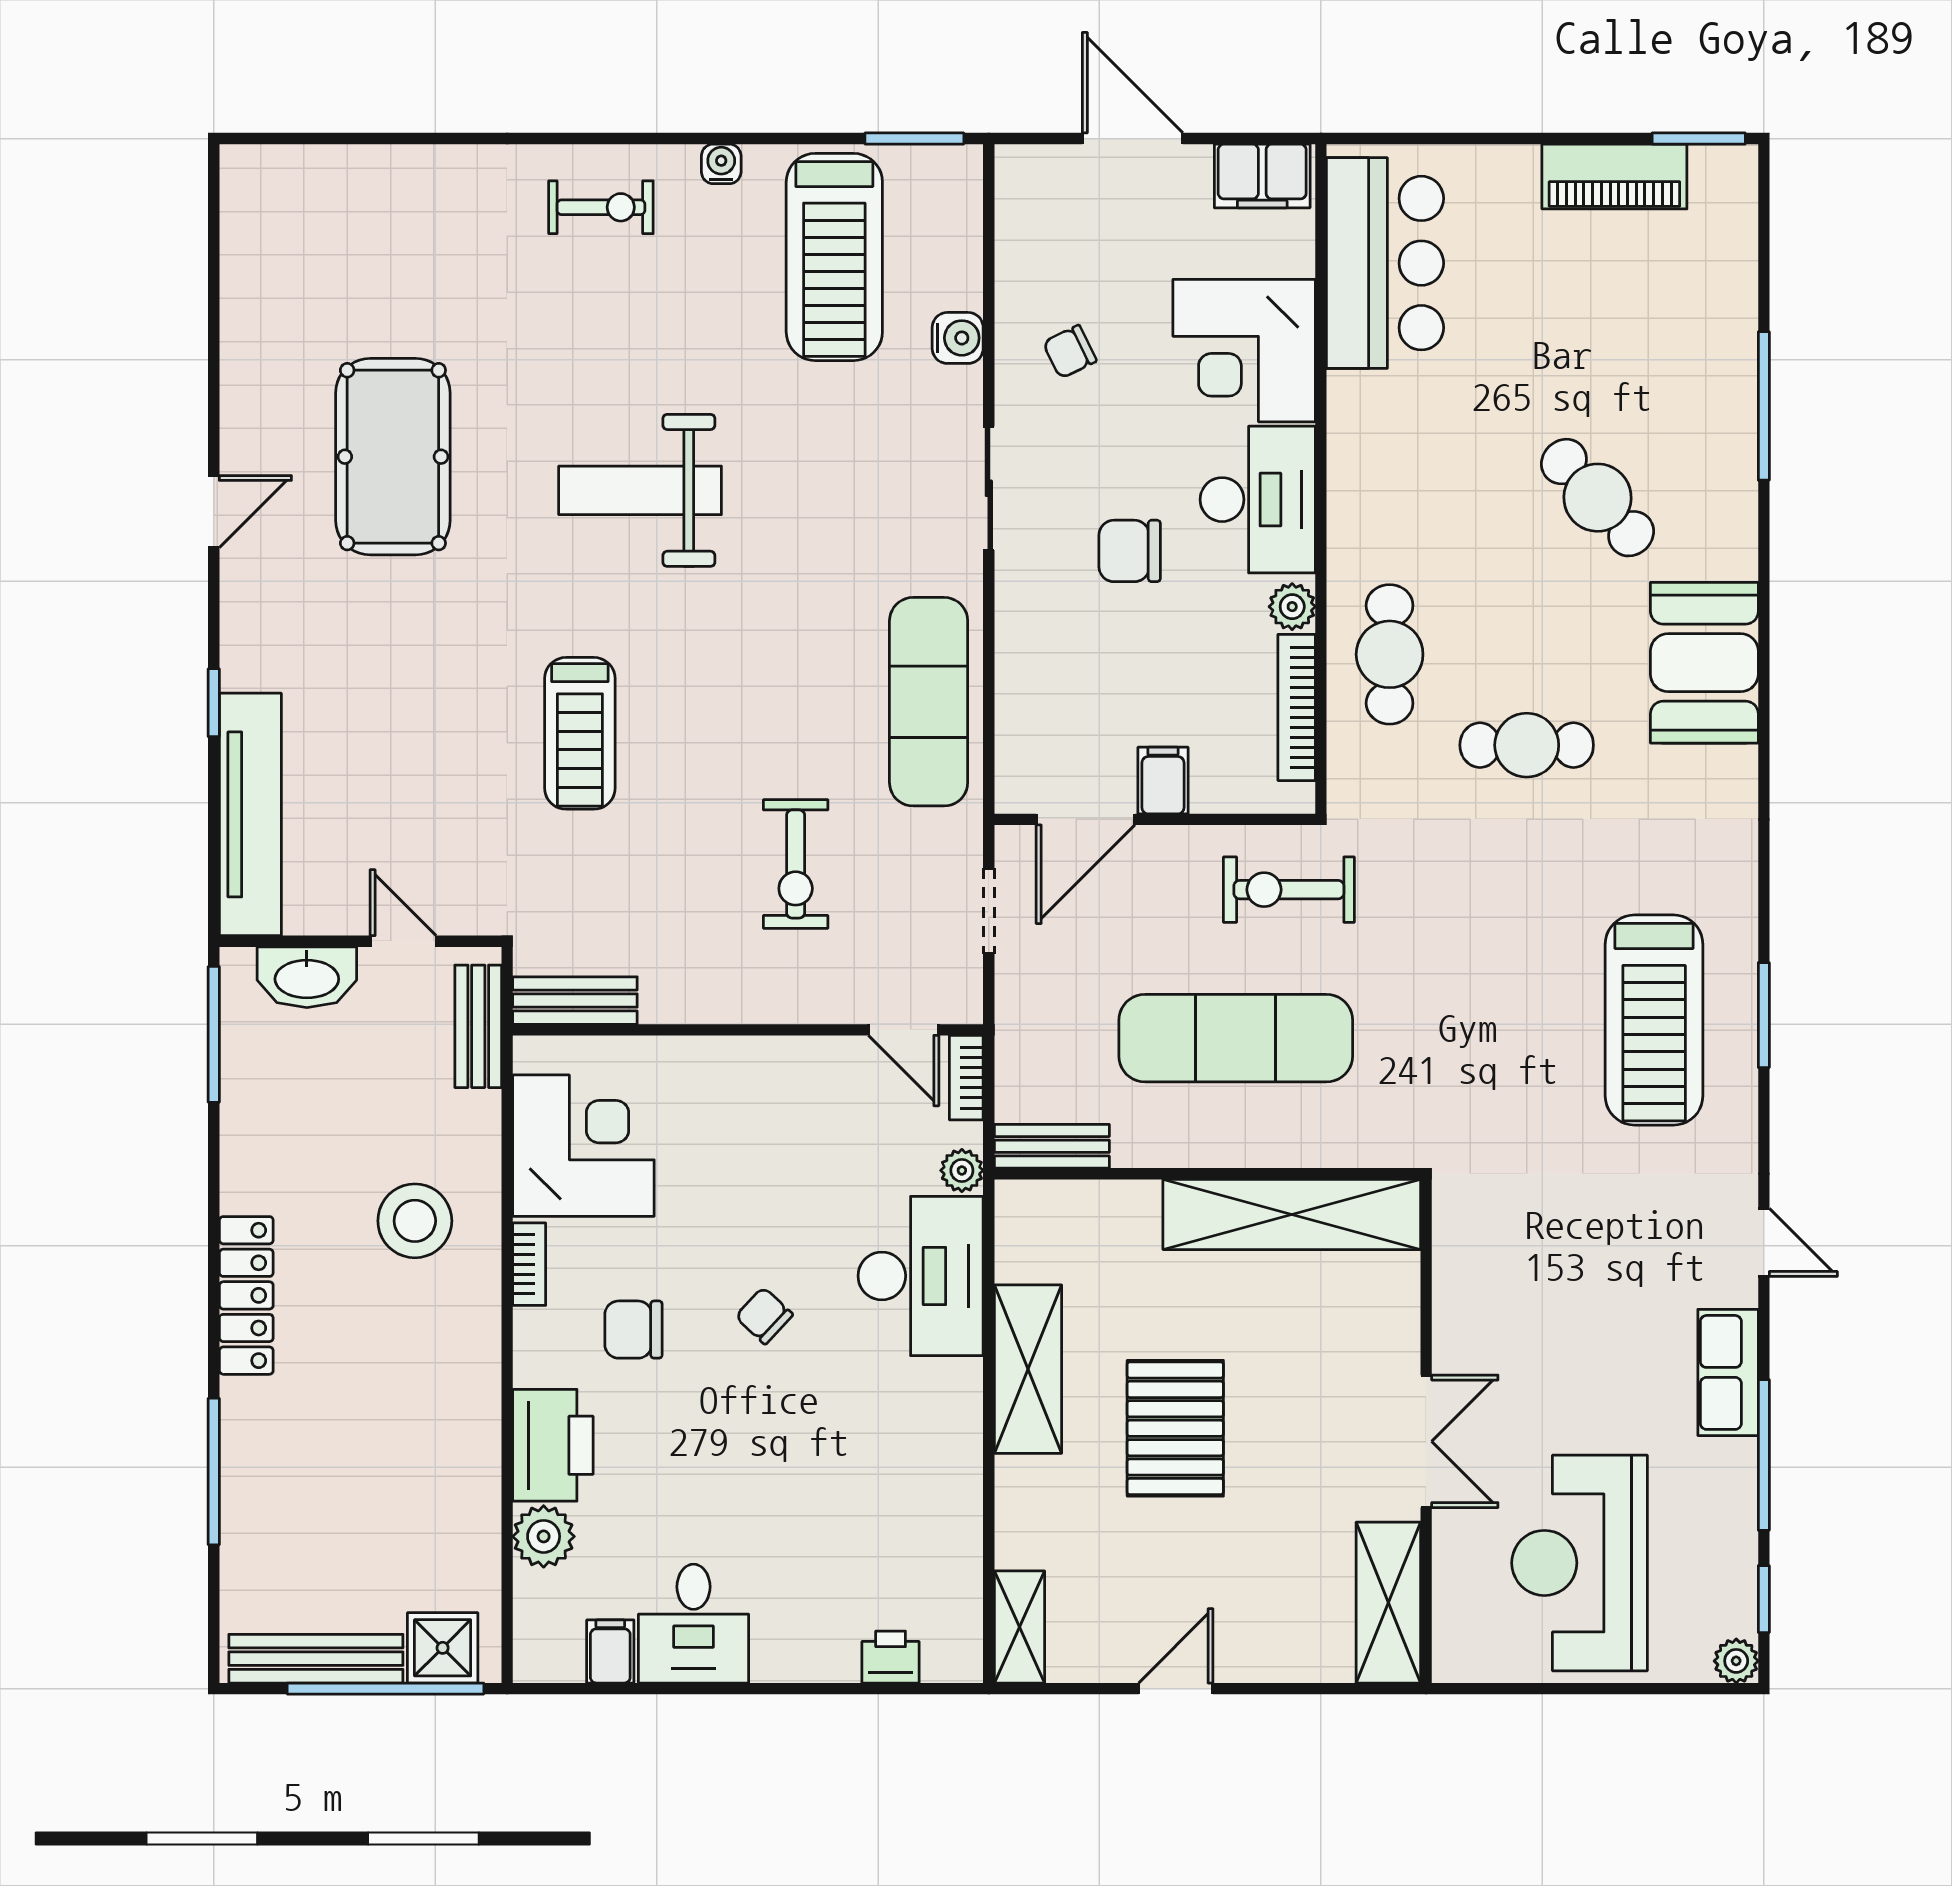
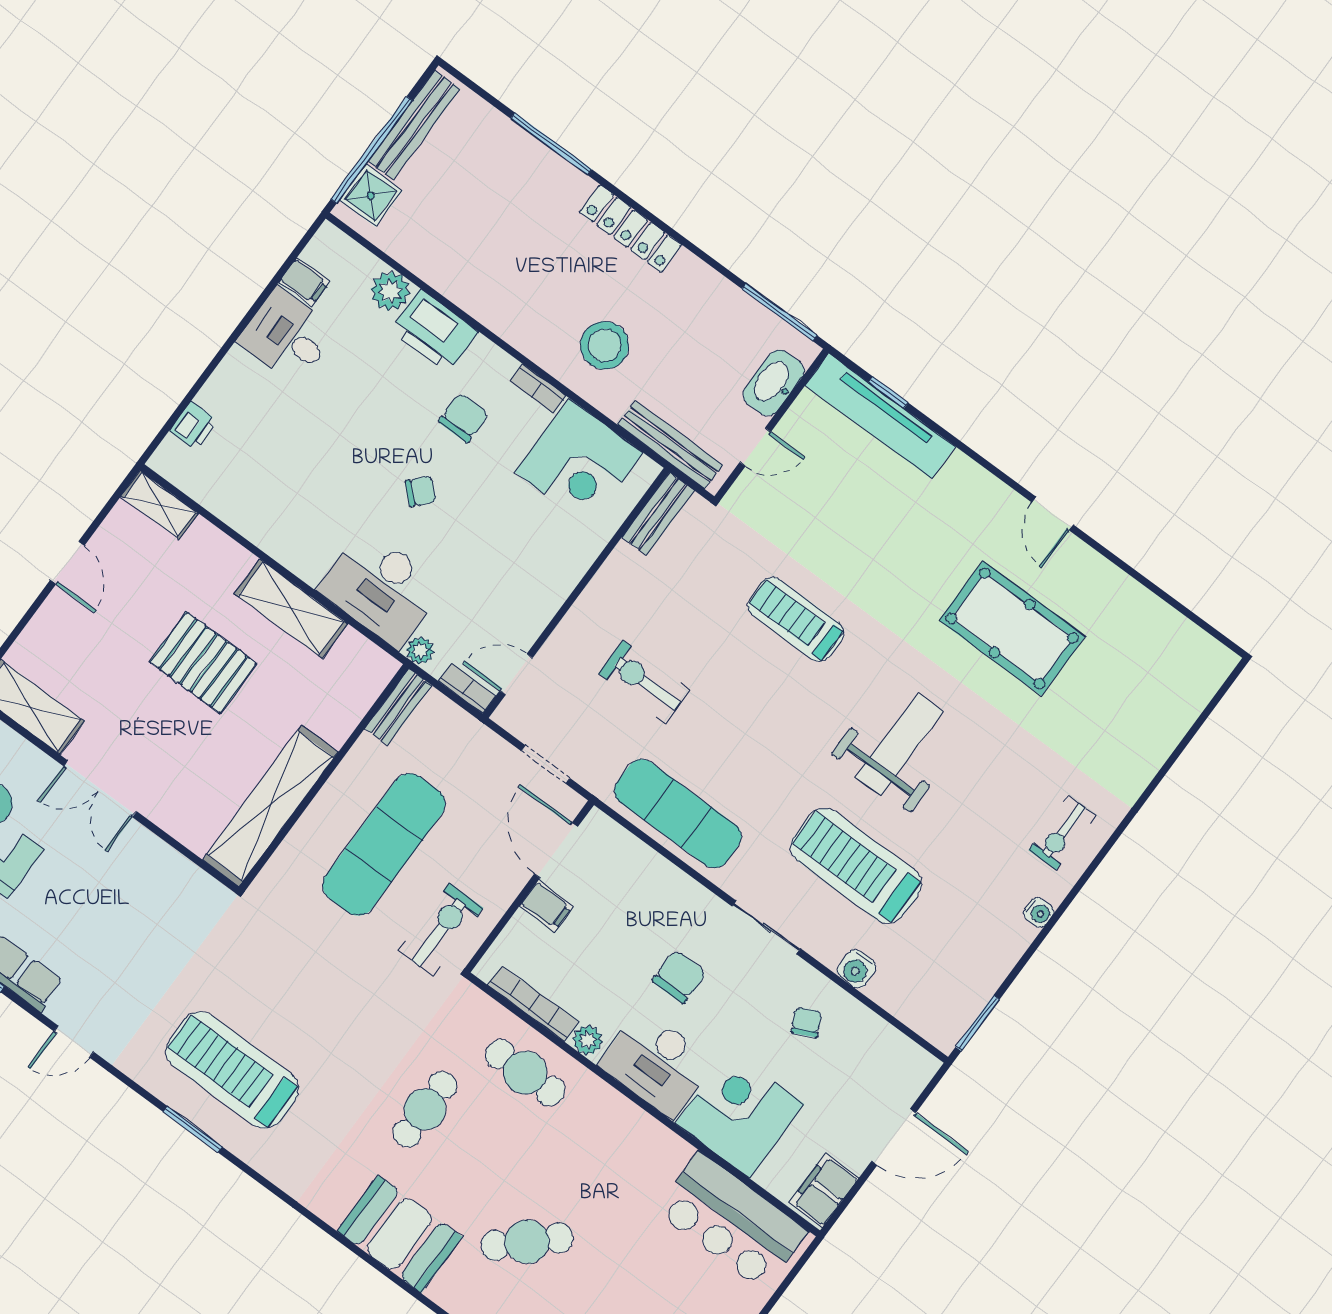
treadmill: (834, 257) -> (856, 866), moved
window: (214, 703) -> (888, 392), moved
bench: (478, 1026) -> (670, 445), width x1.36

